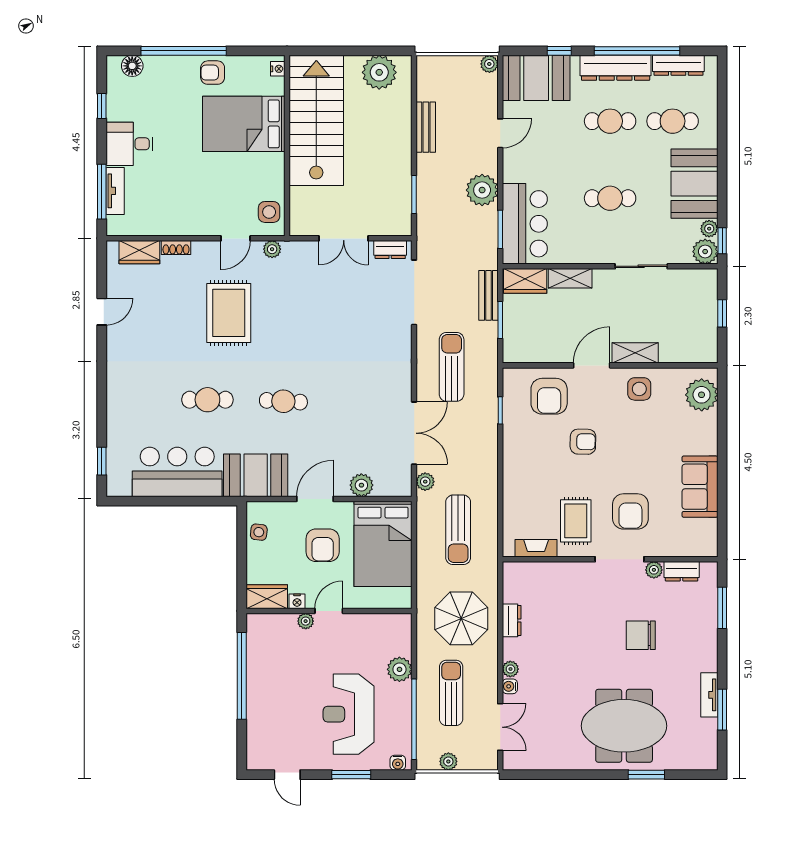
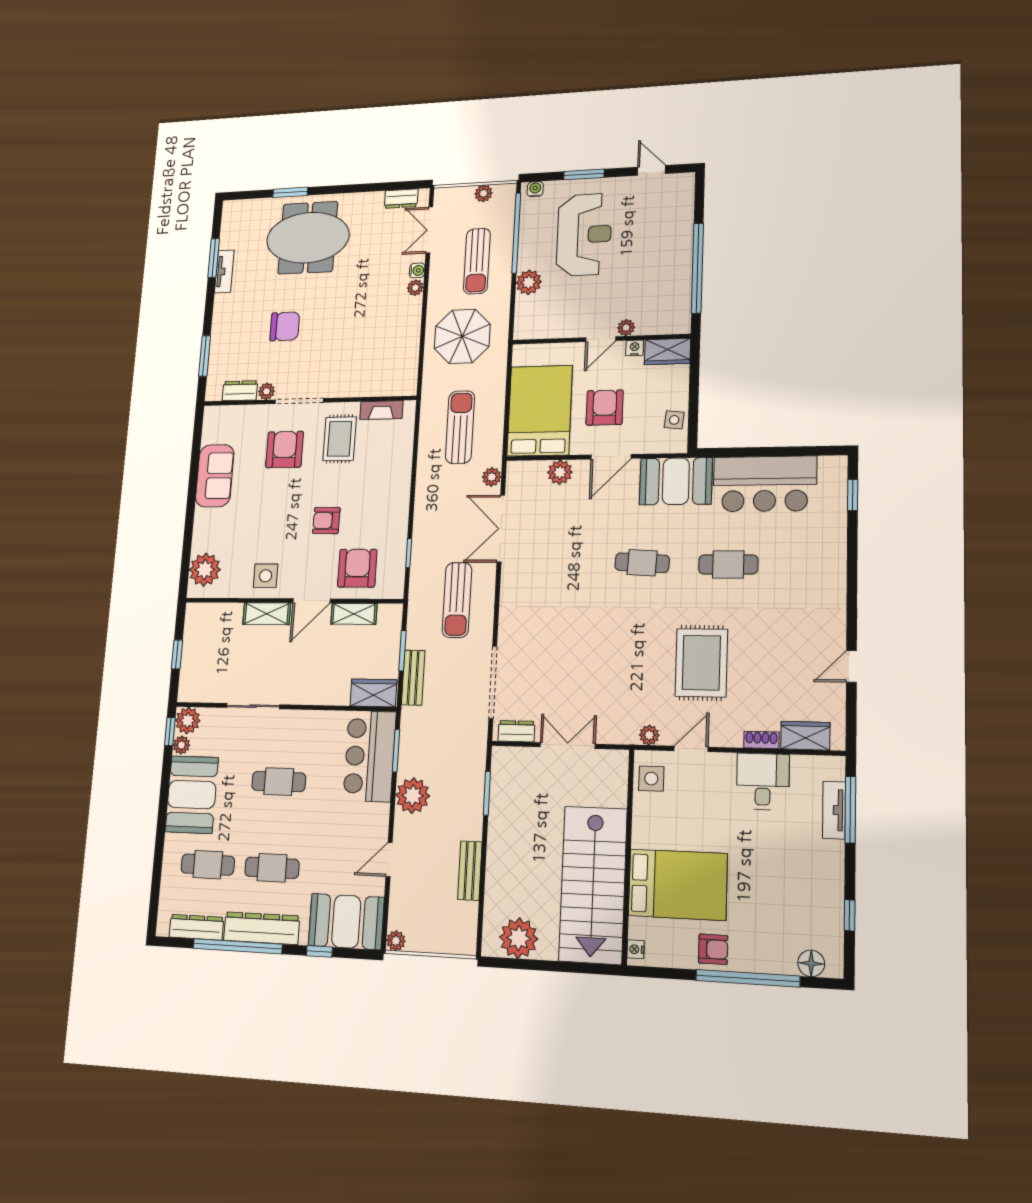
desk: (129, 144) -> (763, 781), moved, turned -90
shelving: (570, 278) -> (354, 614), moved
dresser: (512, 620) -> (401, 199), moved, turned -90

